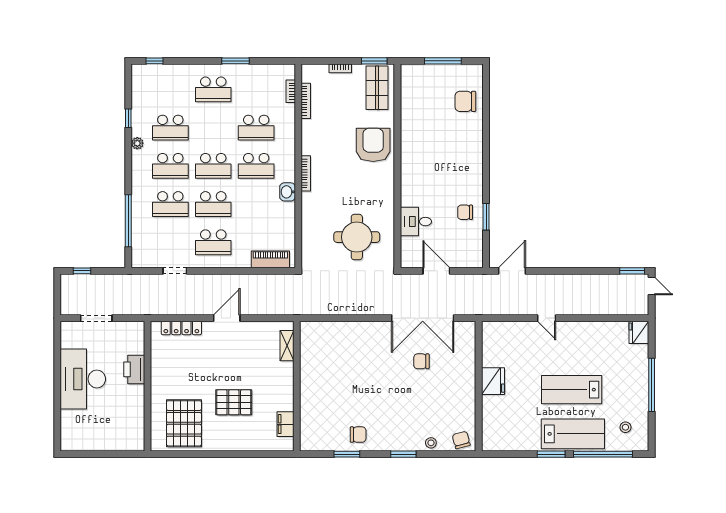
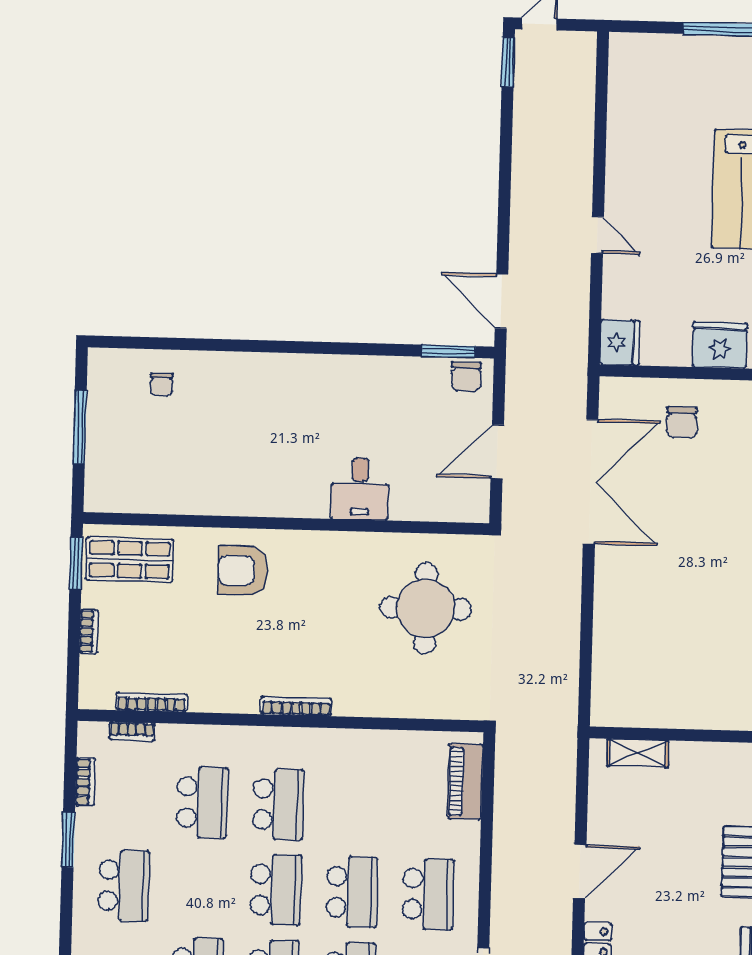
bookcase: (265, 69) -> (85, 782), added
chair: (465, 101) -> (161, 385), width x0.54, depth x0.54
armchair: (373, 145) -> (243, 570), width x0.73, depth x0.73
washbasin: (288, 192) -> (332, 744), removed
chair: (465, 212) -> (466, 377), moved
window: (486, 217) -> (448, 351), moved
desk: (416, 222) -> (360, 489), moved
door: (227, 318) -> (580, 872), swing flipped
door: (547, 318) -> (598, 235), hinge flipped
fridge: (639, 332) -> (620, 342), moved, turned -90
chair: (421, 361) -> (682, 422), moved

